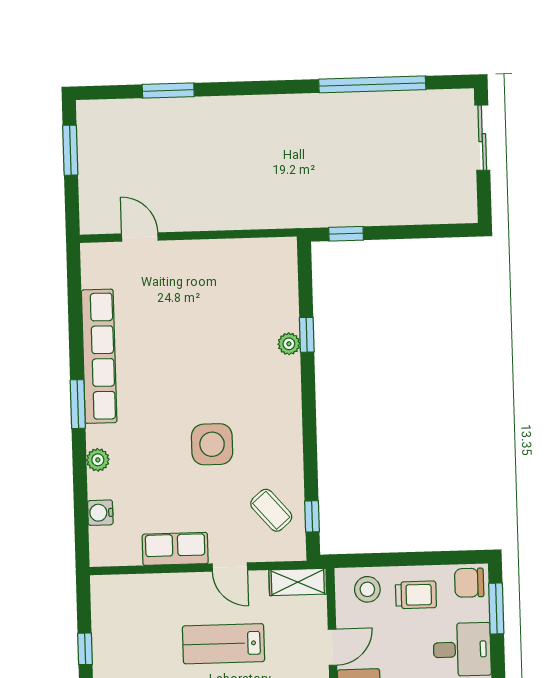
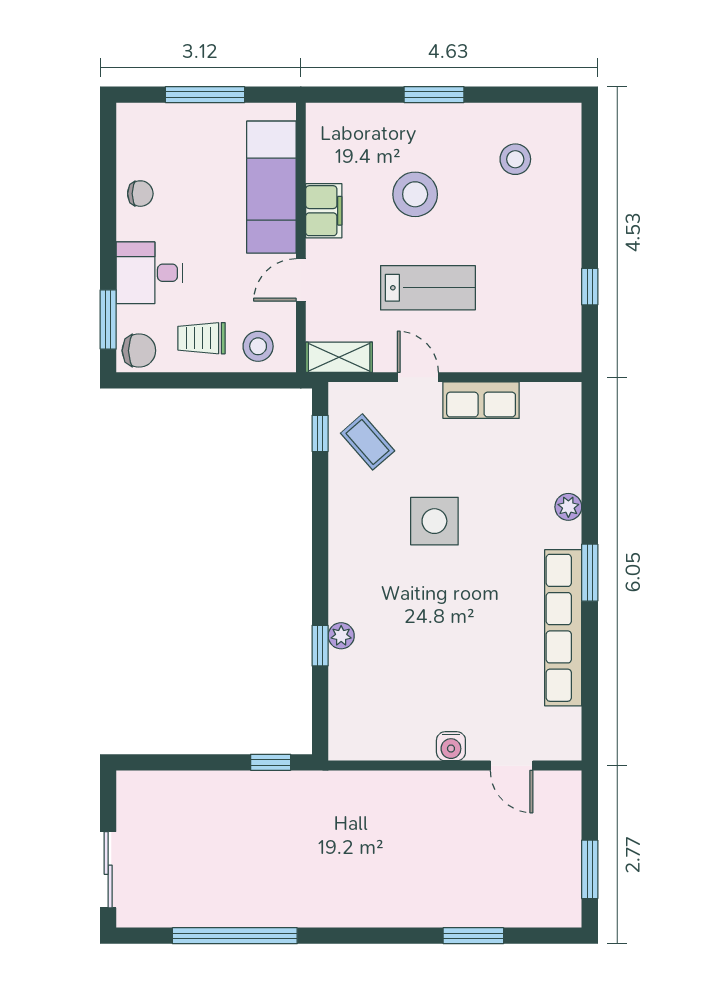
water cooler: (100, 513) -> (451, 746), moved, turned 90

